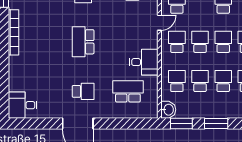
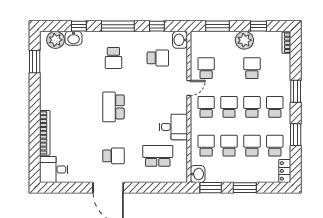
bookcase: (13, 32) -> (45, 133), moved

